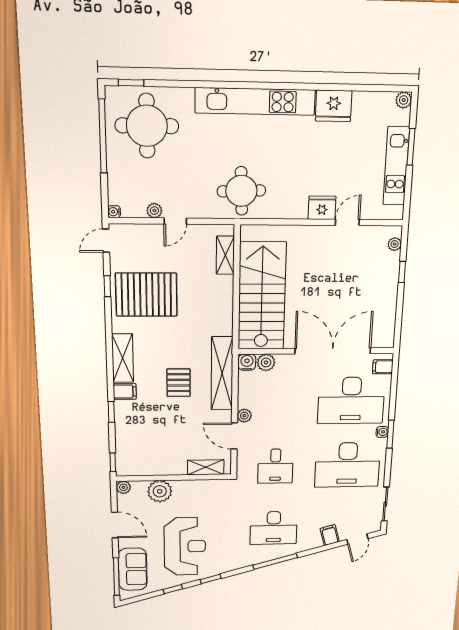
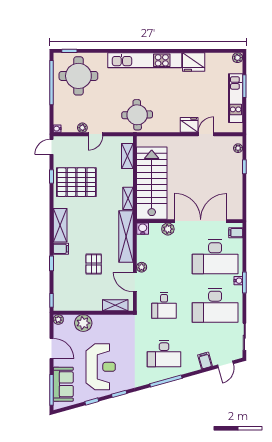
shelving: (226, 319) -> (128, 198), added
plant: (266, 362) -> (168, 229), moved
pallet: (179, 383) -> (94, 264), moved

